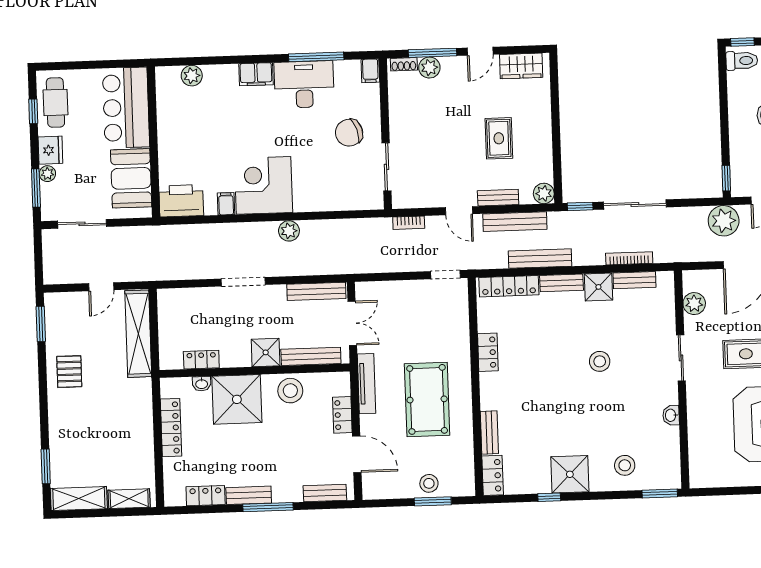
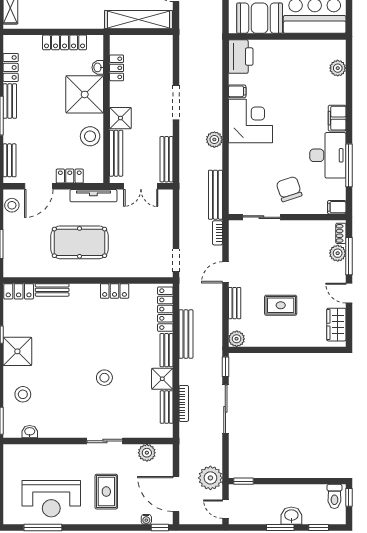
bench: (515, 222) -> (215, 195), moved
washbasin: (671, 415) -> (30, 432), moved
stool: (429, 483) -> (12, 205), moved

